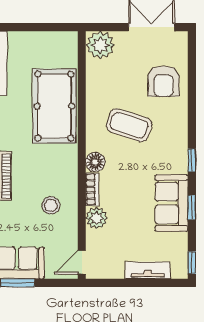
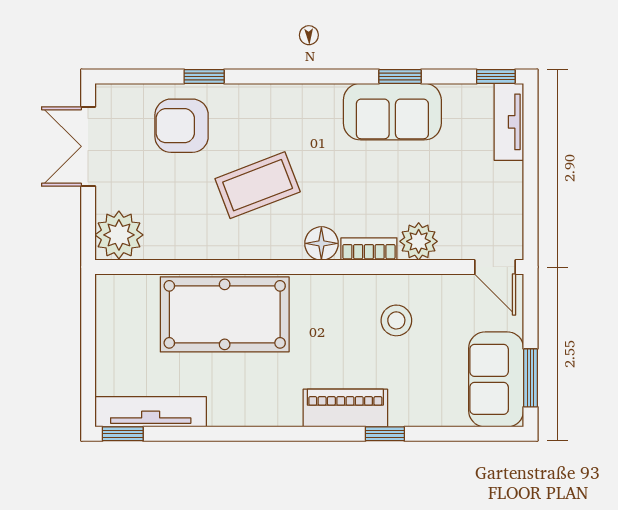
armchair: (163, 81) -> (182, 126), turned 180
coffee table: (129, 125) -> (258, 185), turned 51
window: (192, 160) -> (204, 76), moved
tv unit: (148, 270) -> (509, 122), moved

